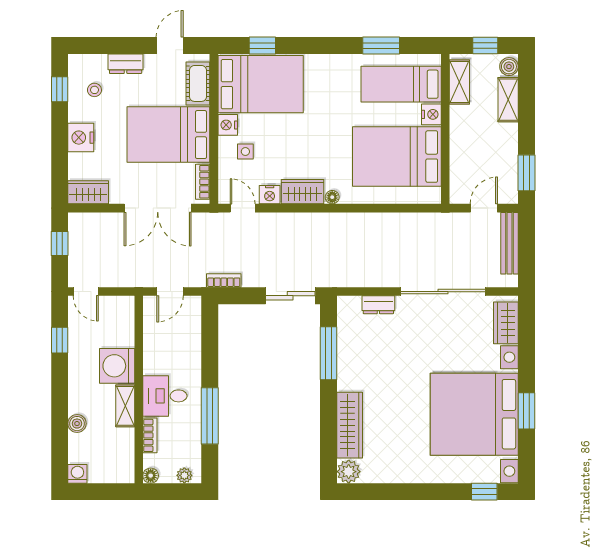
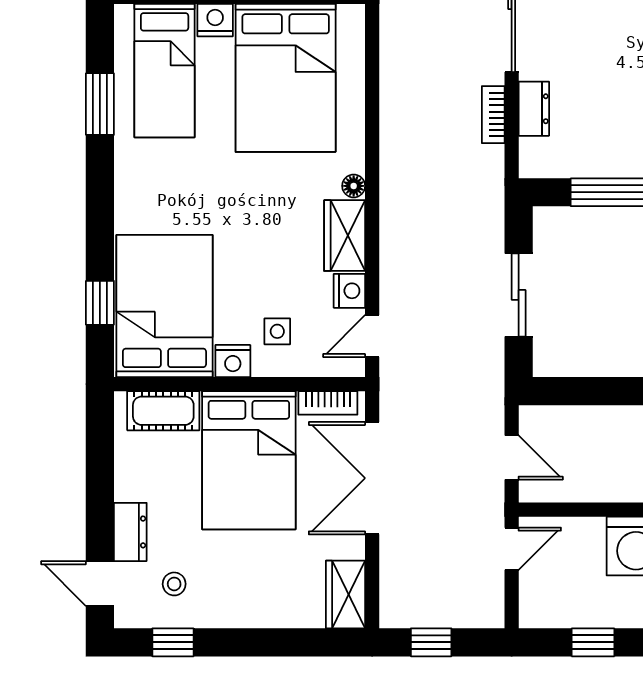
door: (170, 46) -> (100, 584), moved
nightstand: (81, 138) -> (254, 607), removed
double door: (158, 208) -> (372, 478), swing flipped
bookcase: (224, 281) -> (493, 115), moved
door: (86, 292) -> (512, 549), moved
sliding door: (290, 296) -> (519, 295), moved

